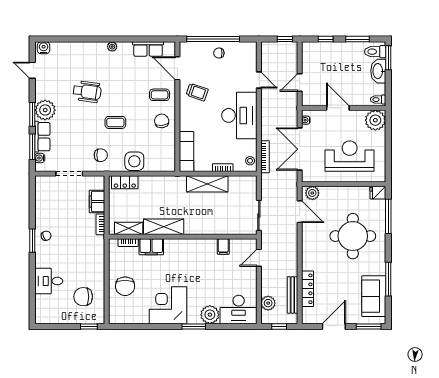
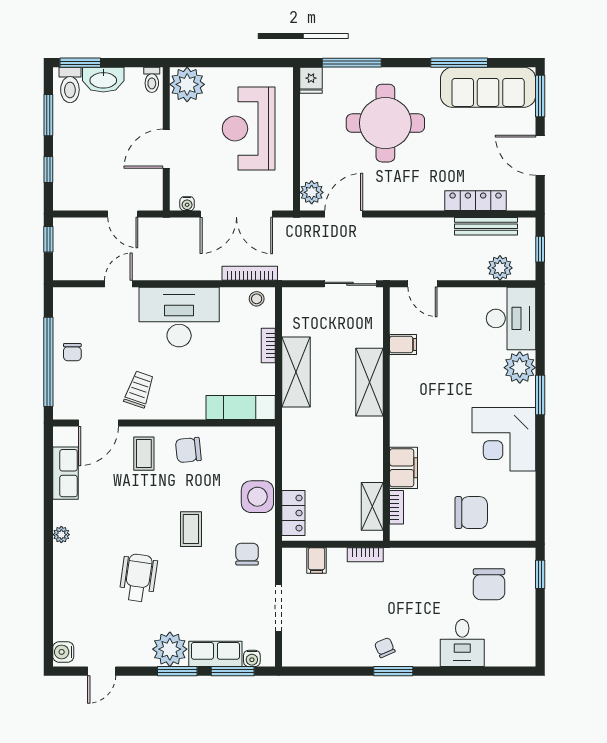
filing cabinet: (97, 201) -> (317, 561), width x0.50
shelving: (164, 227) -> (369, 382), moved
sofa: (374, 296) -> (488, 87), width x1.36

